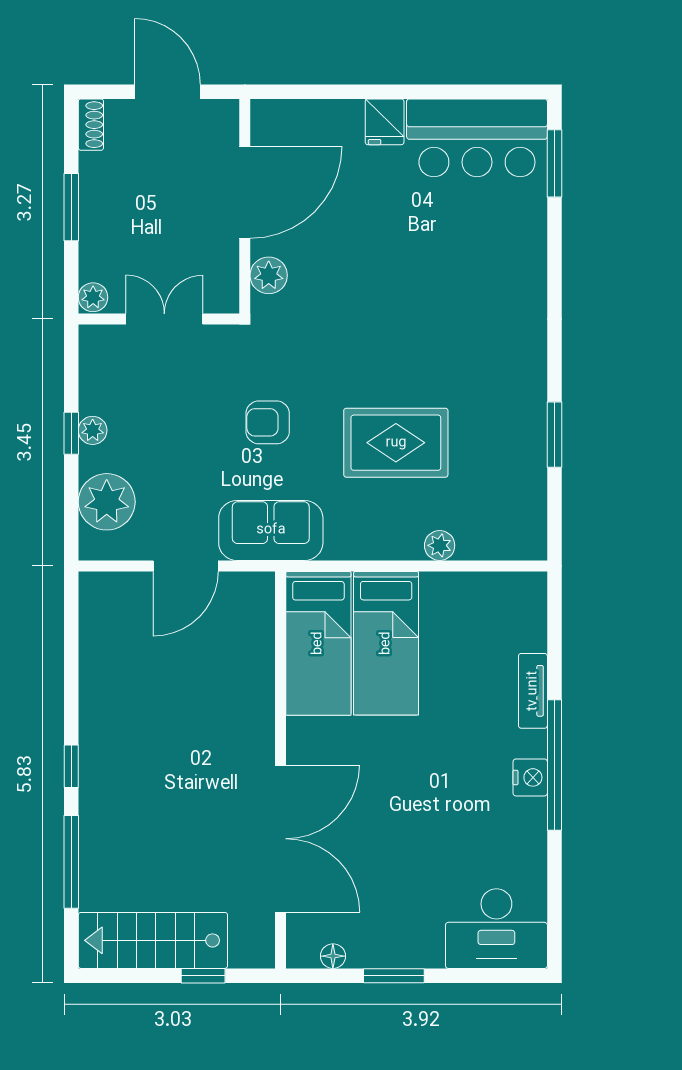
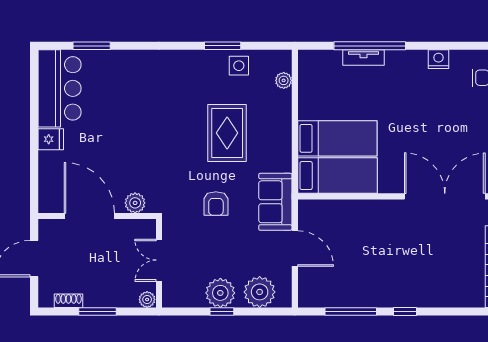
shoe rack: (91, 125) -> (68, 301), moved
window: (554, 163) -> (92, 46), moved
plant: (93, 430) -> (220, 293), width x1.87, depth x1.87
side table: (518, 464) -> (239, 66), added
plant: (440, 545) -> (284, 80), moved
window: (554, 765) -> (370, 46), moved
nightstand: (530, 777) -> (438, 59), moved
window: (71, 862) -> (351, 311), moved

